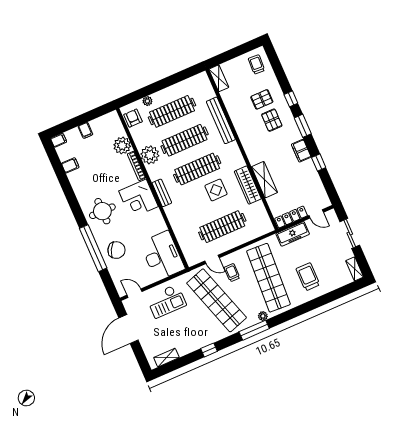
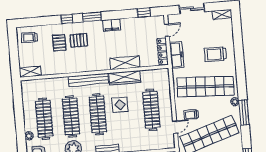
bench: (221, 120) -> (88, 80), moved
window: (319, 162) -> (144, 13), moved

